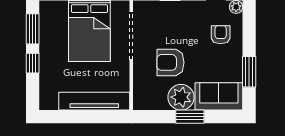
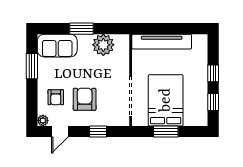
window: (33, 29) -> (213, 102), width x0.67
armchair: (170, 62) -> (85, 99), moved, turned -90
plant: (181, 97) -> (103, 45), moved

